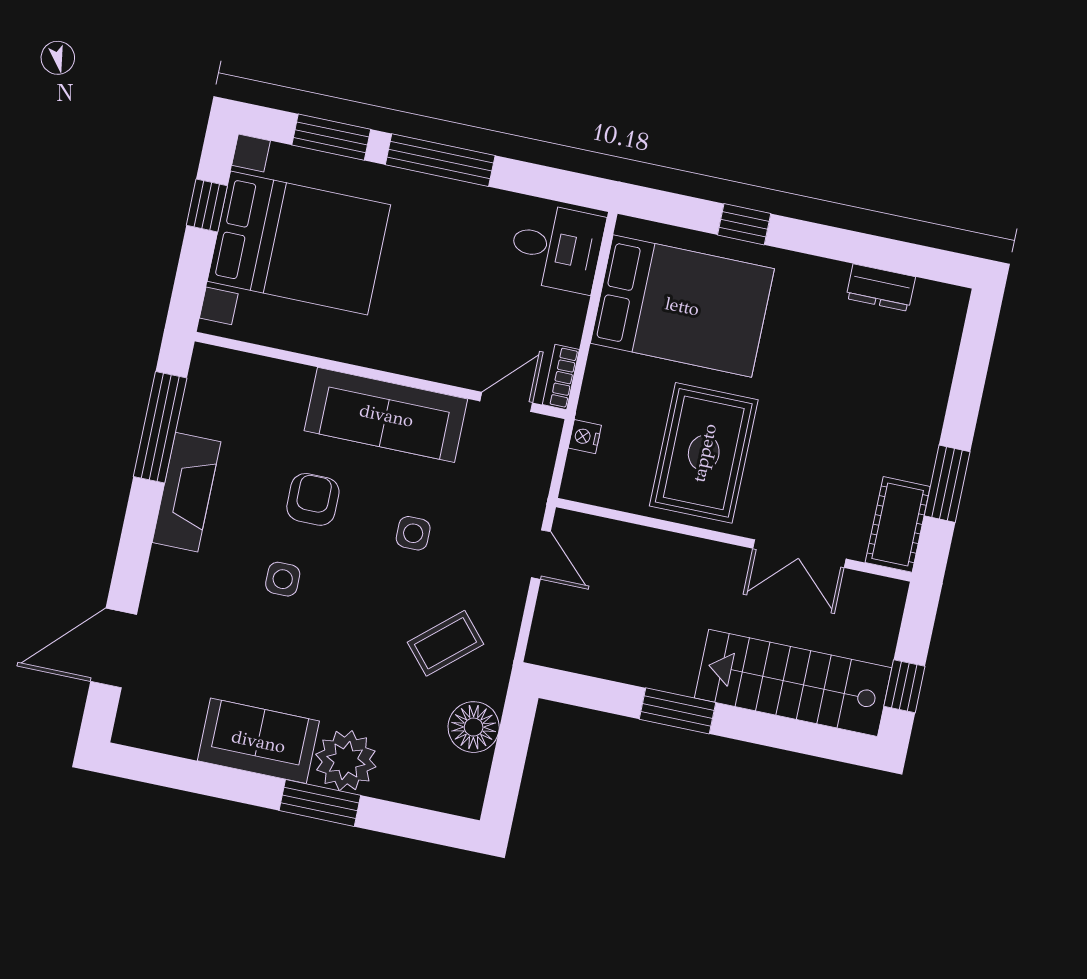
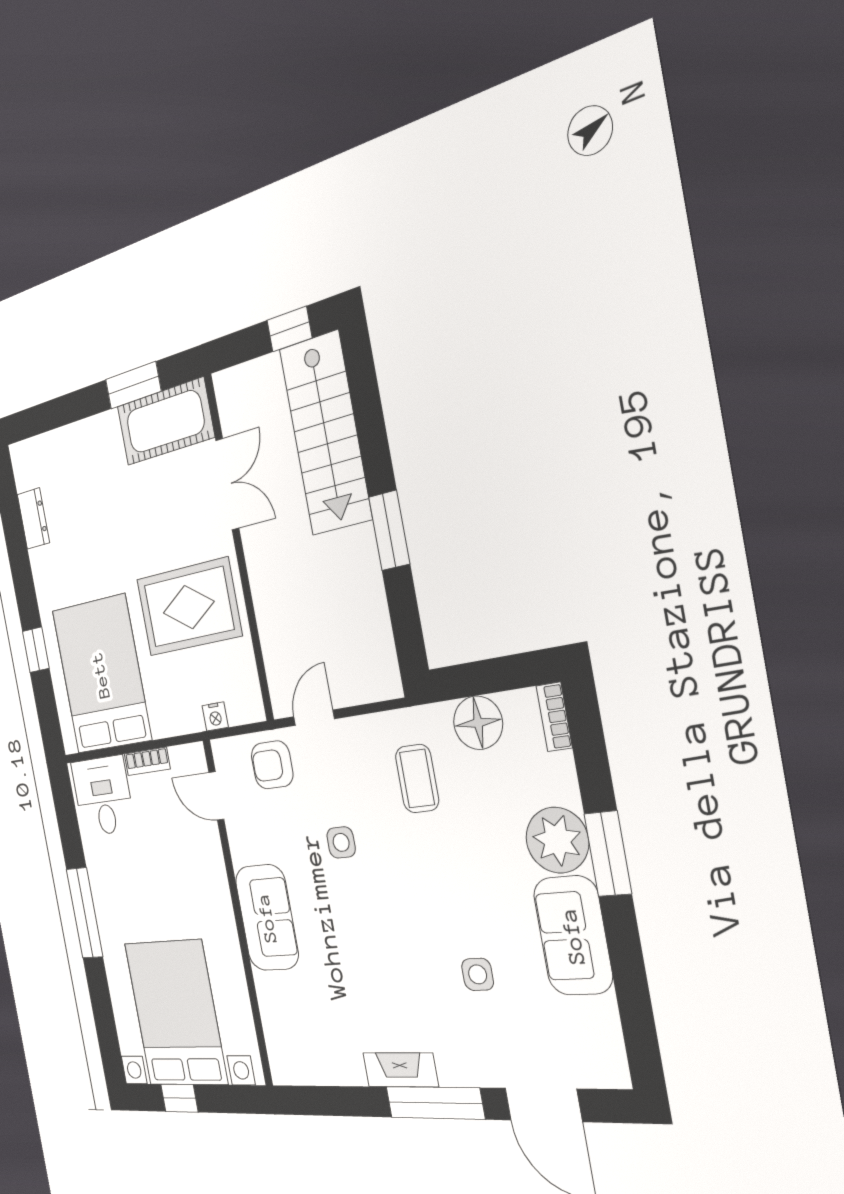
window: (331, 137) -> (102, 1007), removed
bookcase: (561, 377) -> (147, 761), moved
sofa: (386, 415) -> (267, 918), width x0.73
window: (160, 427) -> (435, 1103), moved
fireplace: (187, 492) -> (400, 1070), width x0.73, depth x0.76
armchair: (313, 499) -> (272, 765), moved
cot: (898, 524) -> (165, 422), width x1.37, depth x1.34
side table: (283, 579) -> (478, 974), moved
coffee table: (445, 643) -> (417, 779), turned 41
bookcase: (453, 802) -> (554, 717), added

